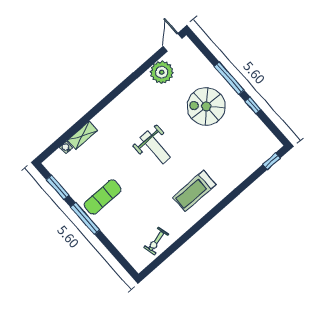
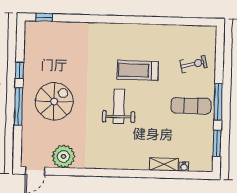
spiral stairs: (206, 106) -> (54, 101), turned -90
treadmill: (194, 191) -> (138, 70), moved, turned 180
exercise bike: (156, 241) -> (194, 64), moved

